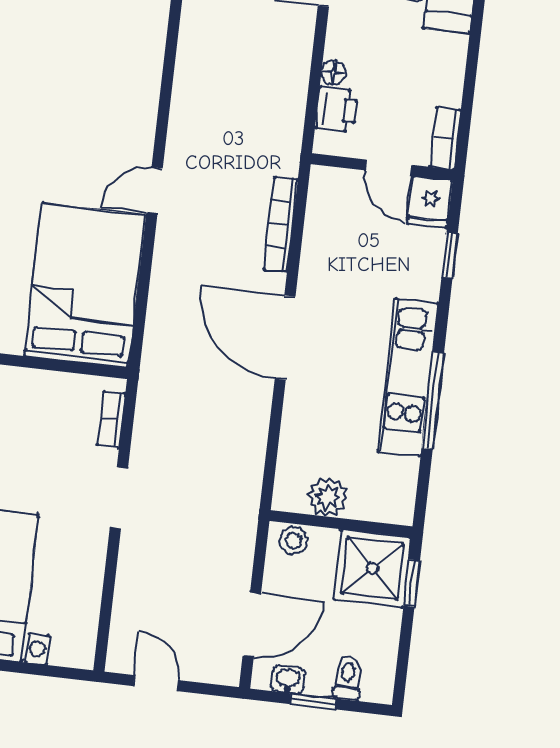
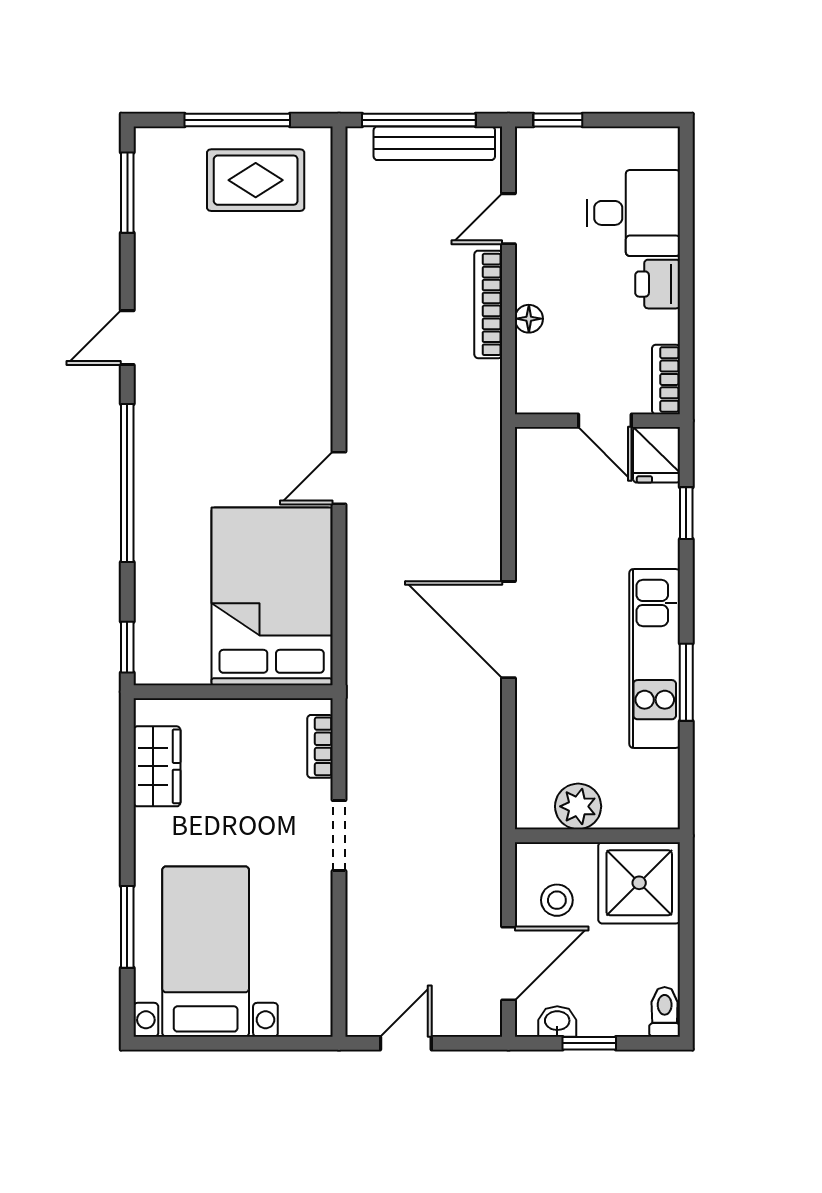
printer: (336, 109) -> (658, 284), moved, turned 180
bookcase: (281, 224) -> (488, 304), moved
window: (433, 401) -> (686, 682), width x0.69
stool: (294, 541) -> (557, 900), moved
window: (412, 583) -> (686, 894), removed
toilet: (348, 678) -> (665, 1012), moved
door: (156, 683) -> (406, 1043), hinge flipped

